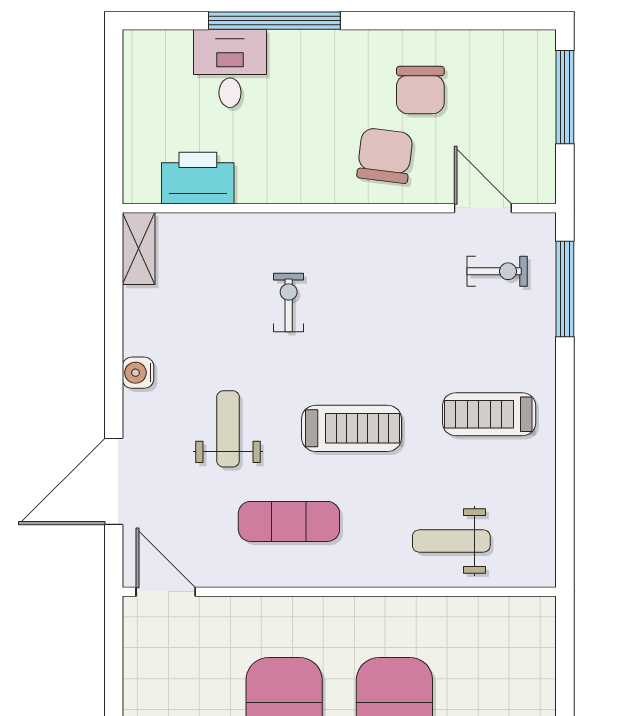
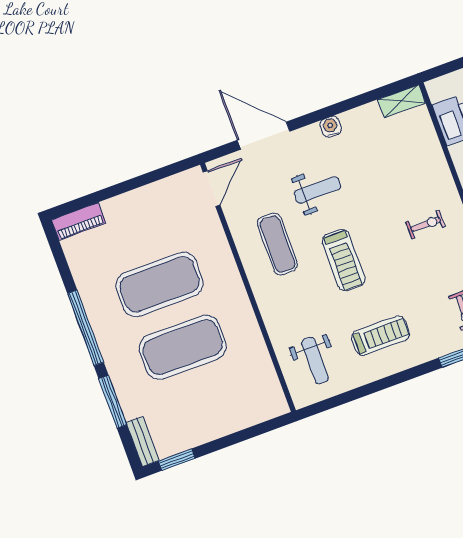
exercise bike: (289, 303) -> (426, 224), moved
treadmill: (489, 414) -> (381, 336), turned 90
weight bench: (451, 541) -> (315, 361), moved, turned 180

